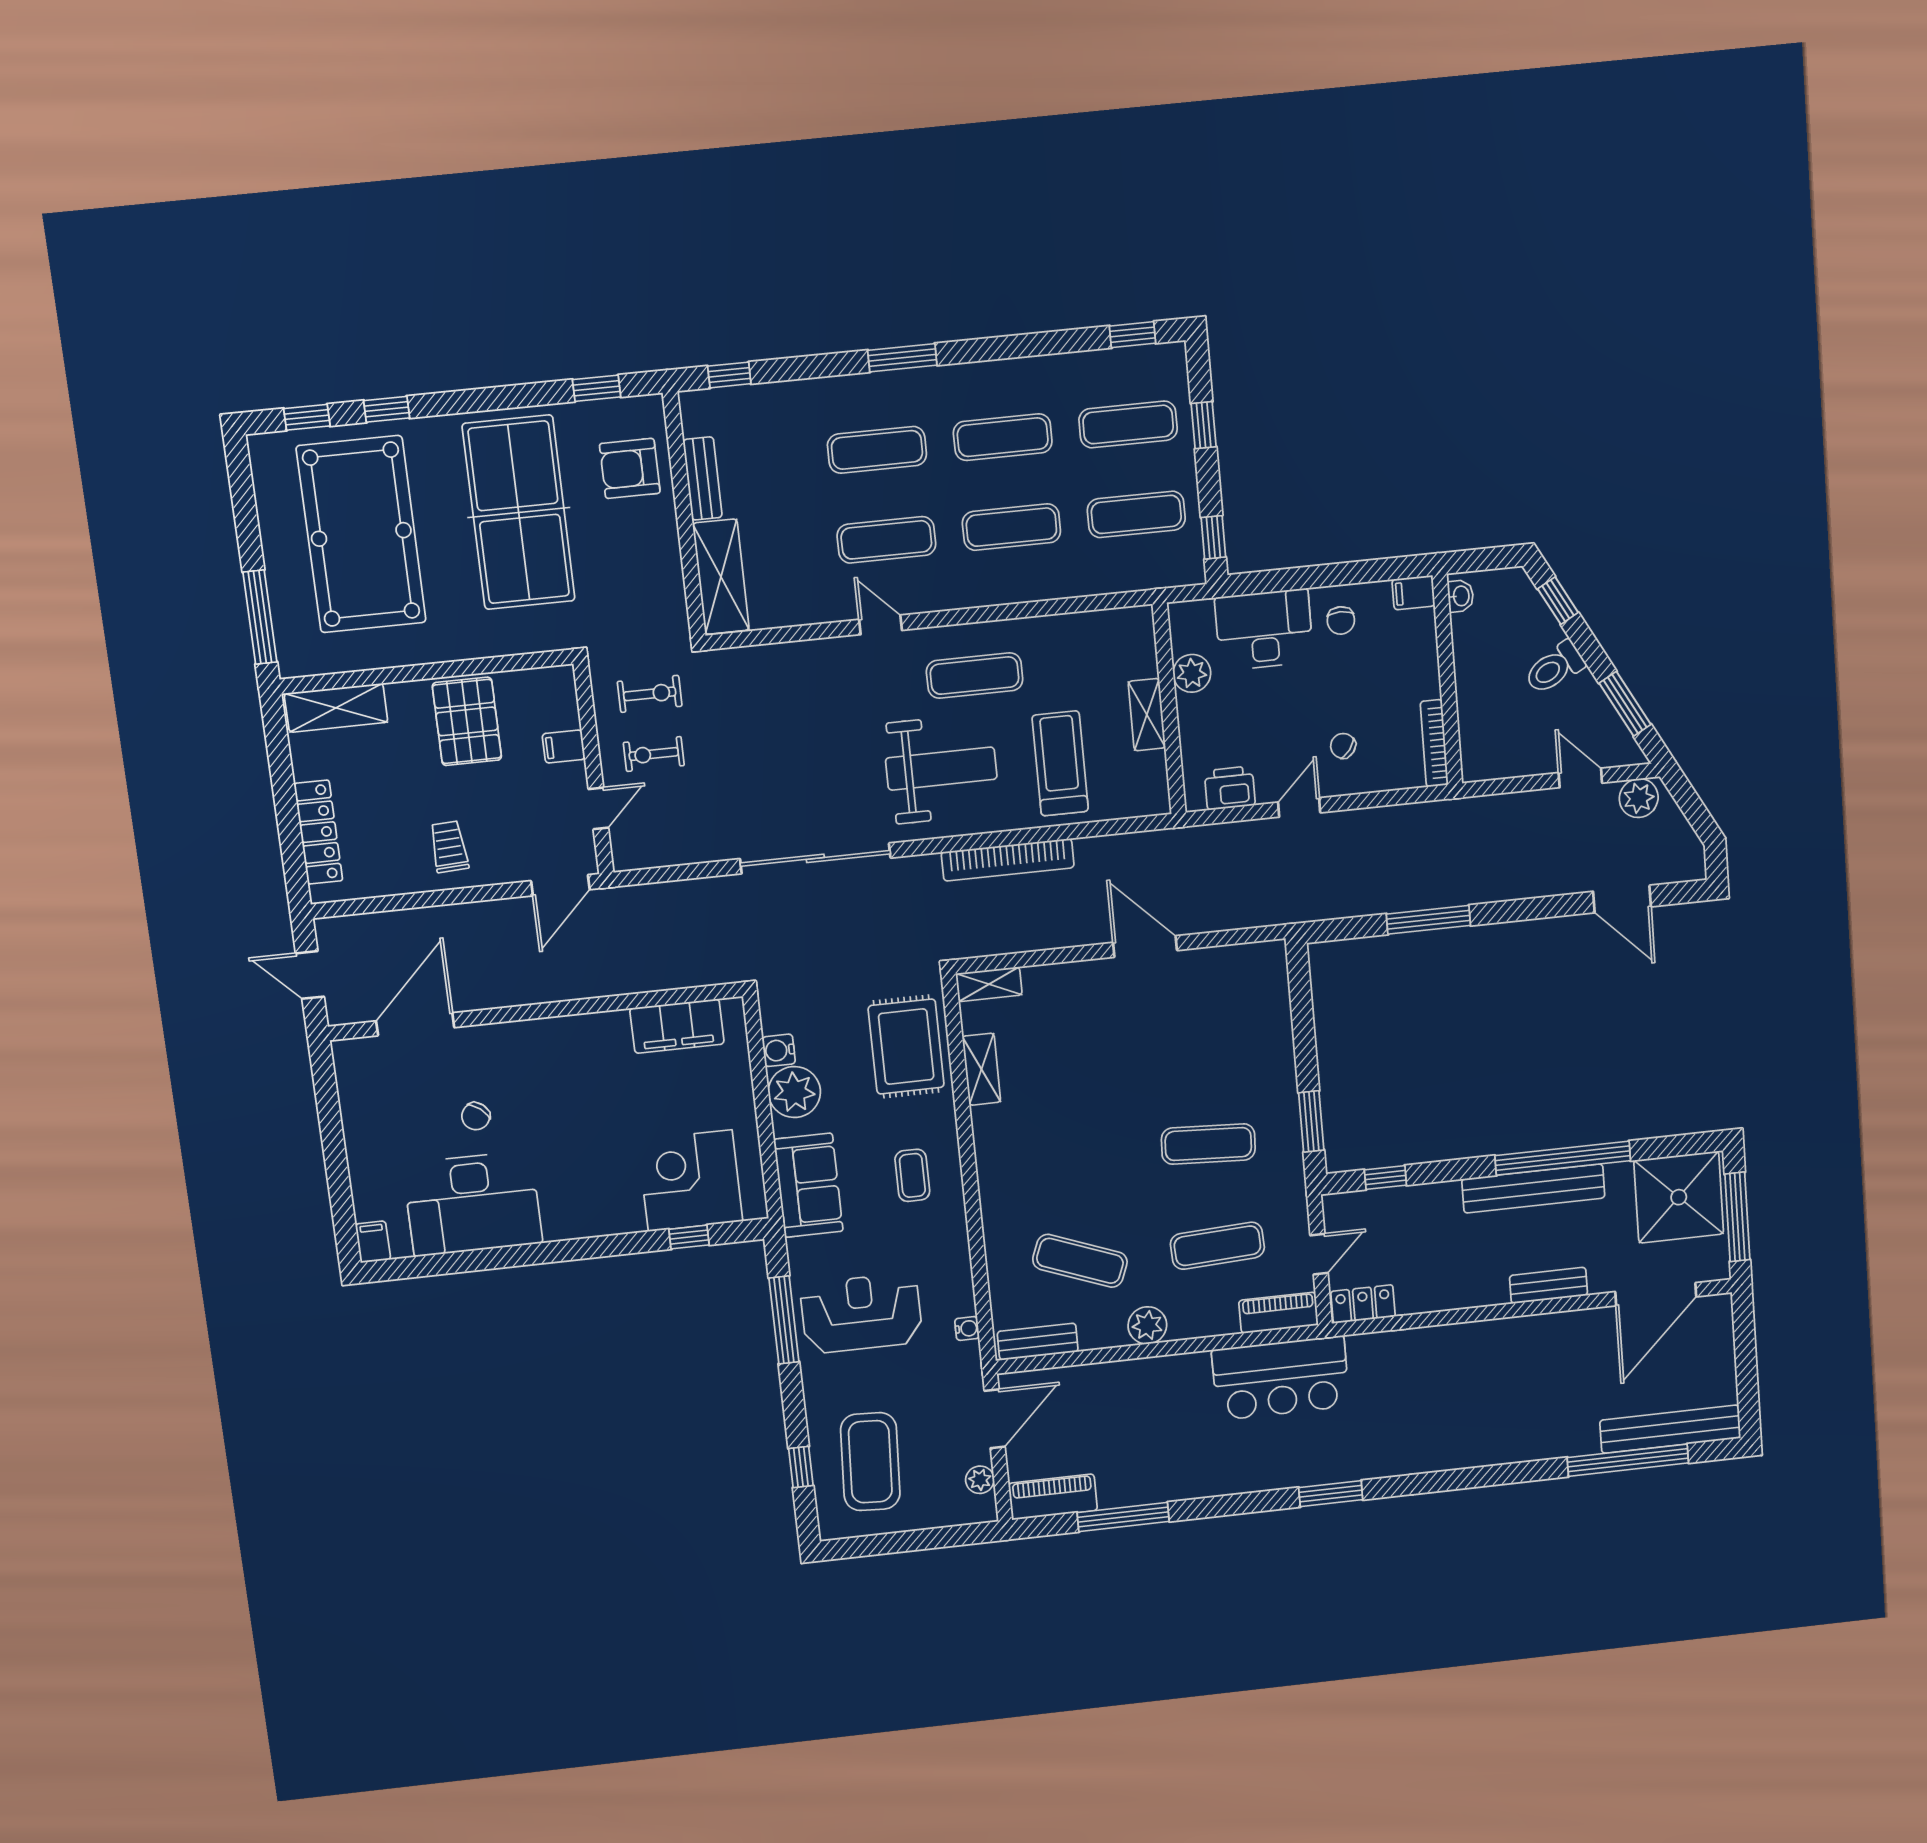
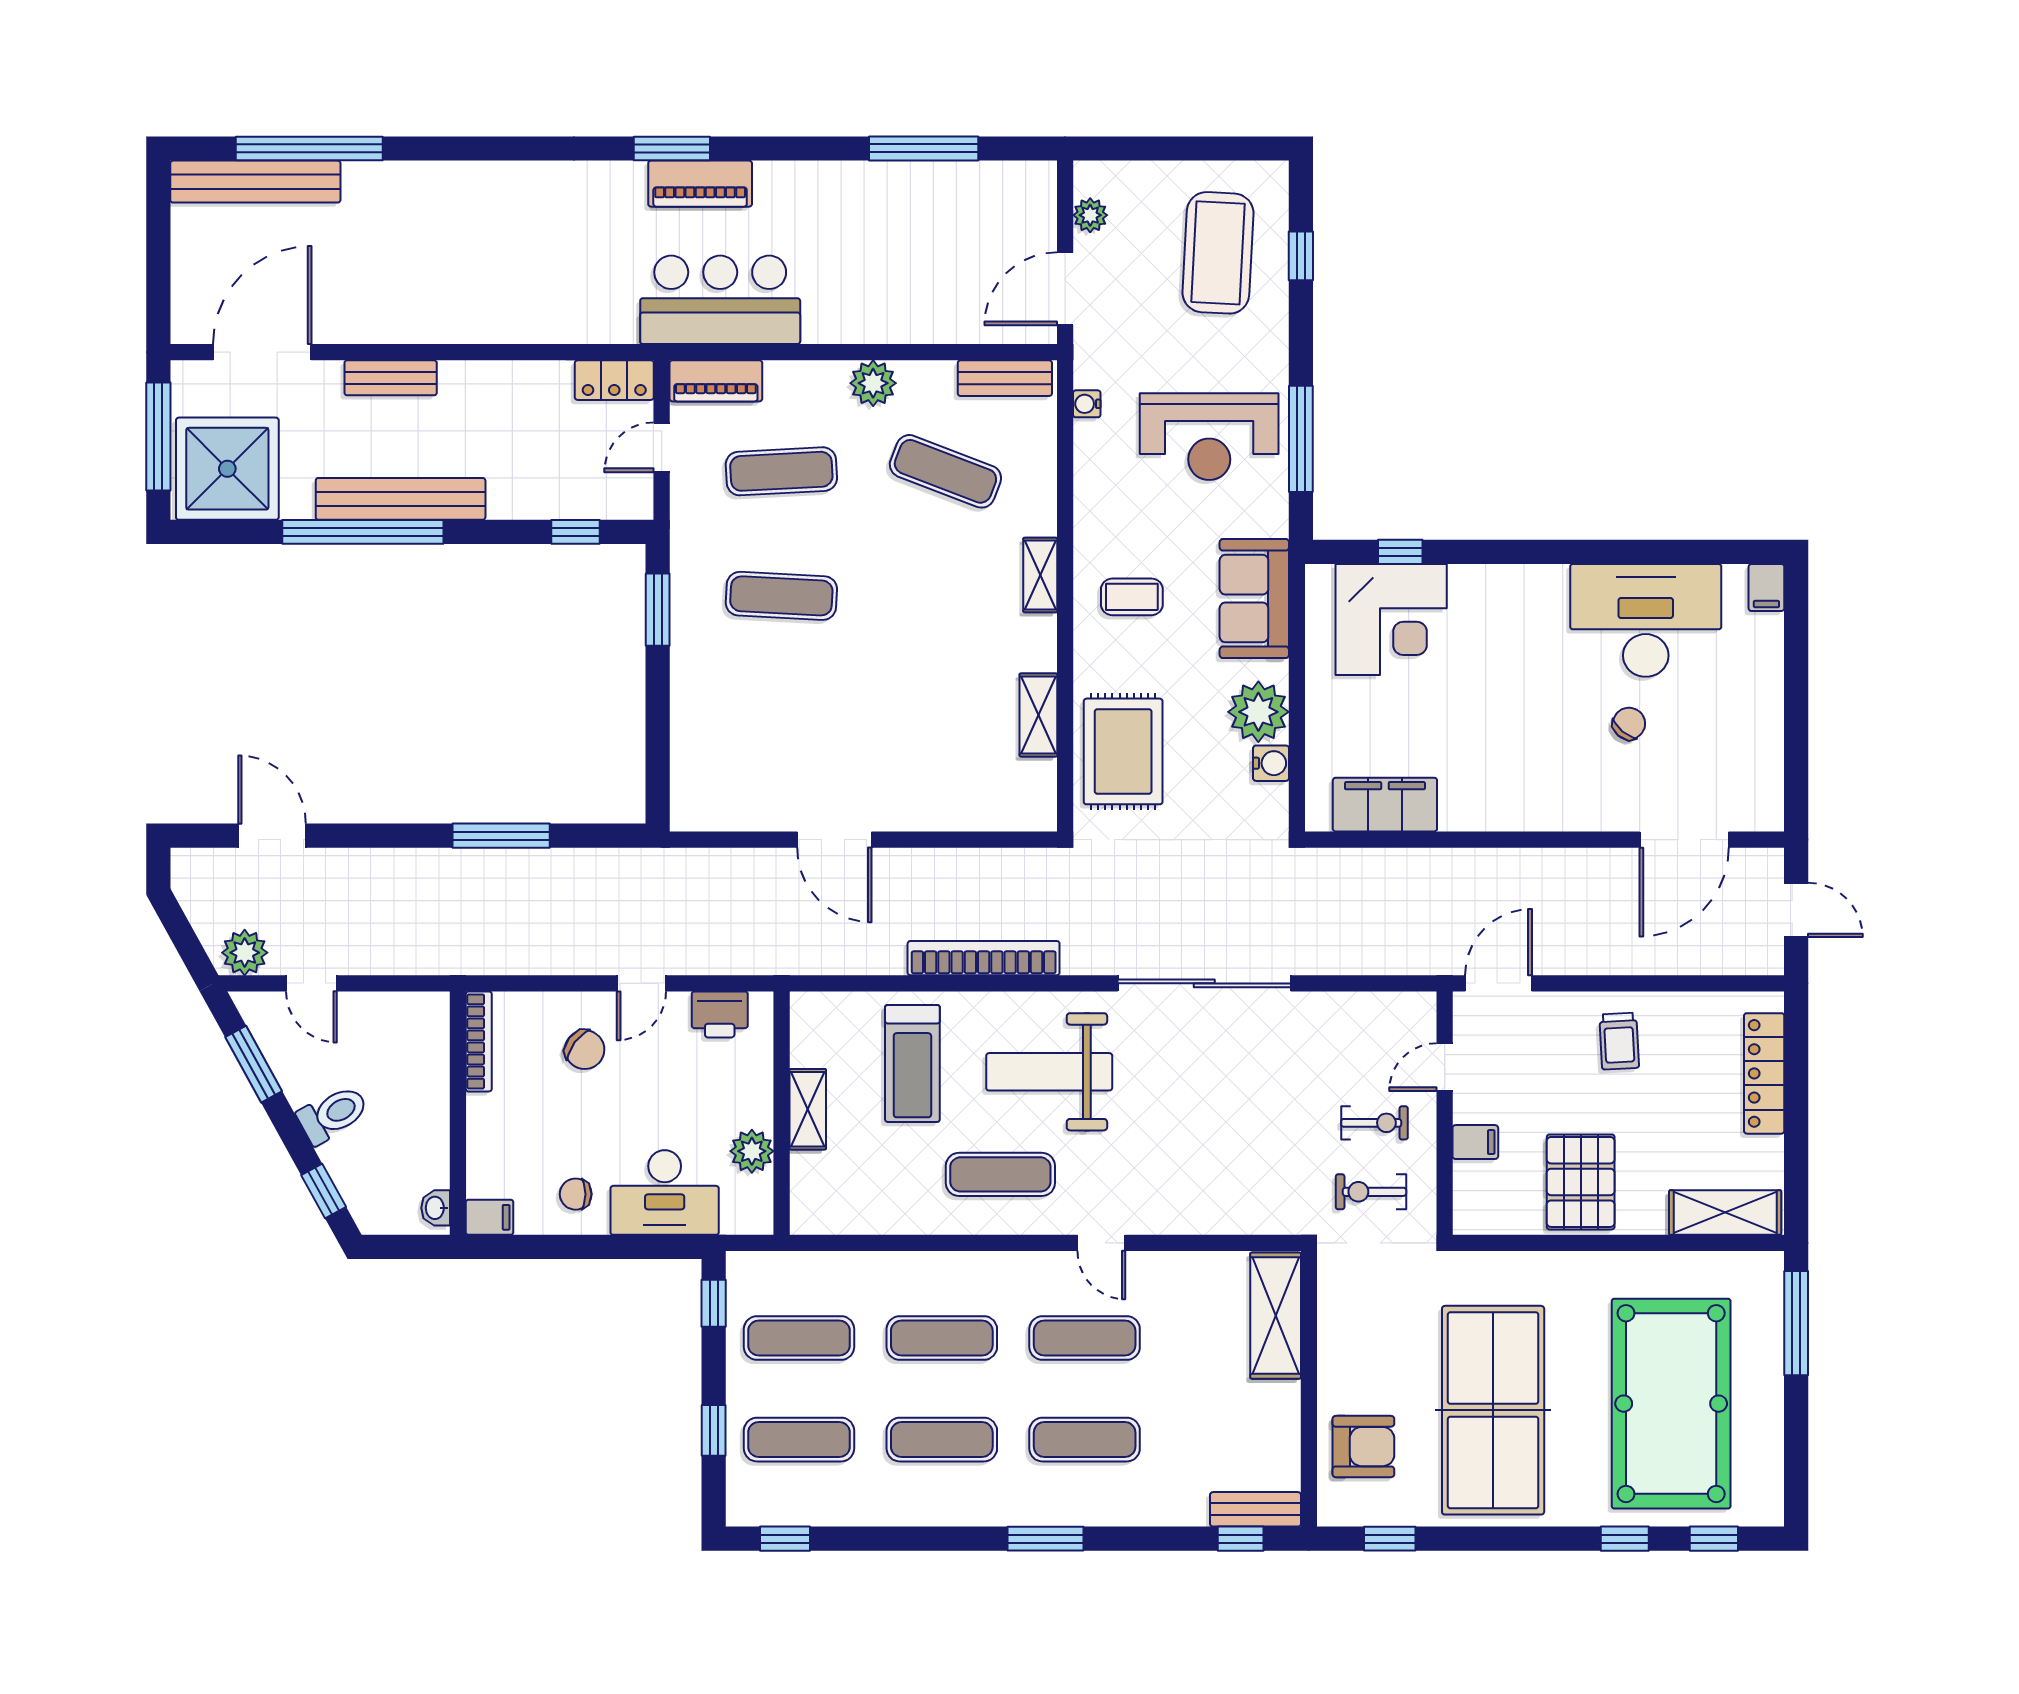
bench: (703, 479) -> (1255, 1509), moved, turned 90
chair: (1341, 620) -> (576, 1194), turned -90
chair: (1343, 746) -> (585, 1050), width x1.37, depth x1.37
shelving: (989, 984) -> (1040, 575), moved, turned 90
coffee table: (912, 1175) -> (1132, 597), turned 90
piano: (1053, 1497) -> (700, 184), moved

